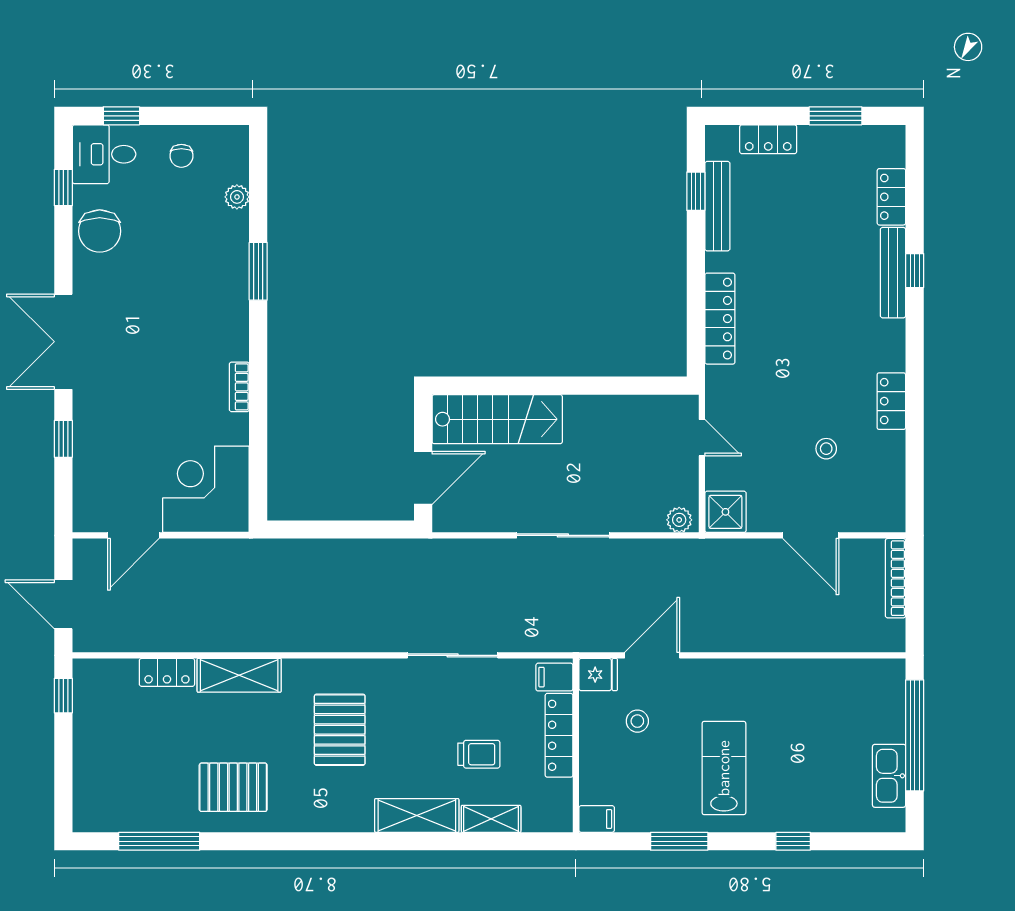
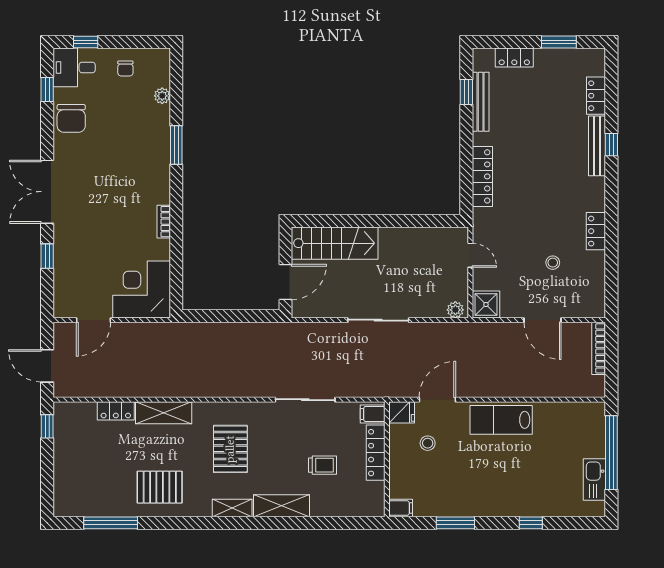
lab bench: (724, 768) -> (501, 420), moved, turned -90
shelving: (491, 819) -> (232, 508), moved

